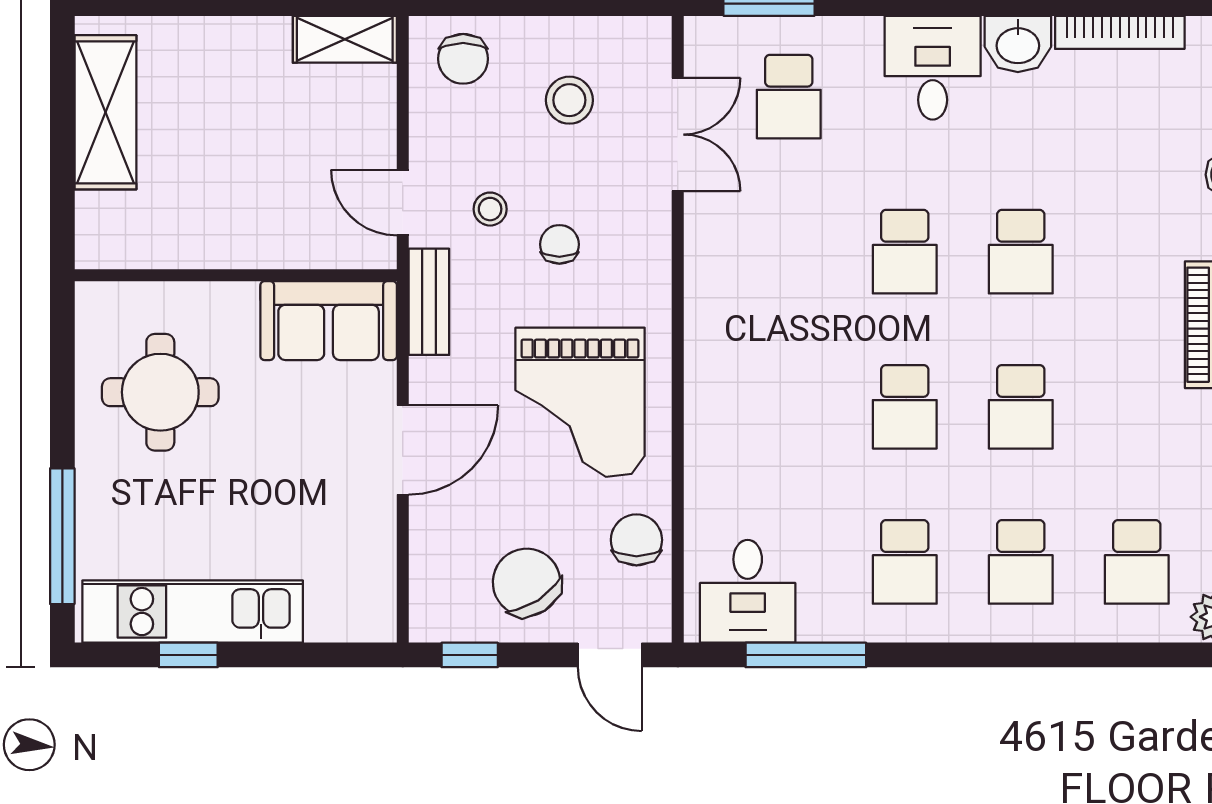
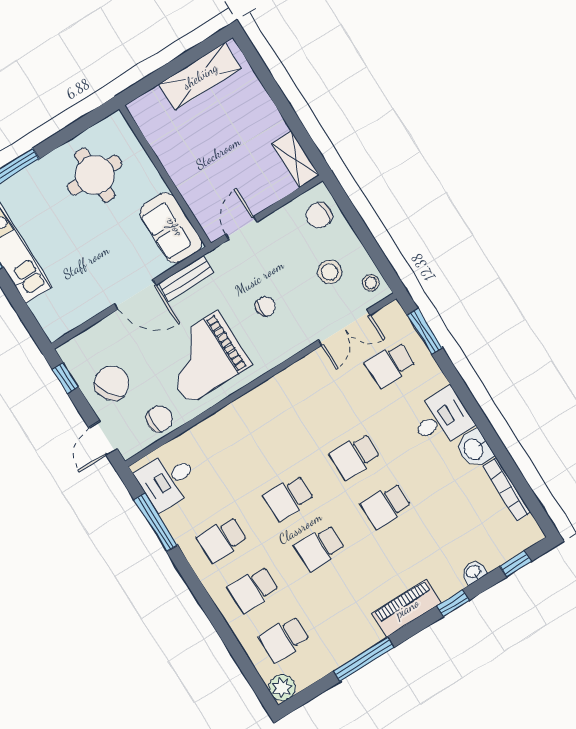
stool: (490, 209) -> (371, 283), moved
bench: (429, 302) -> (186, 278), moved

